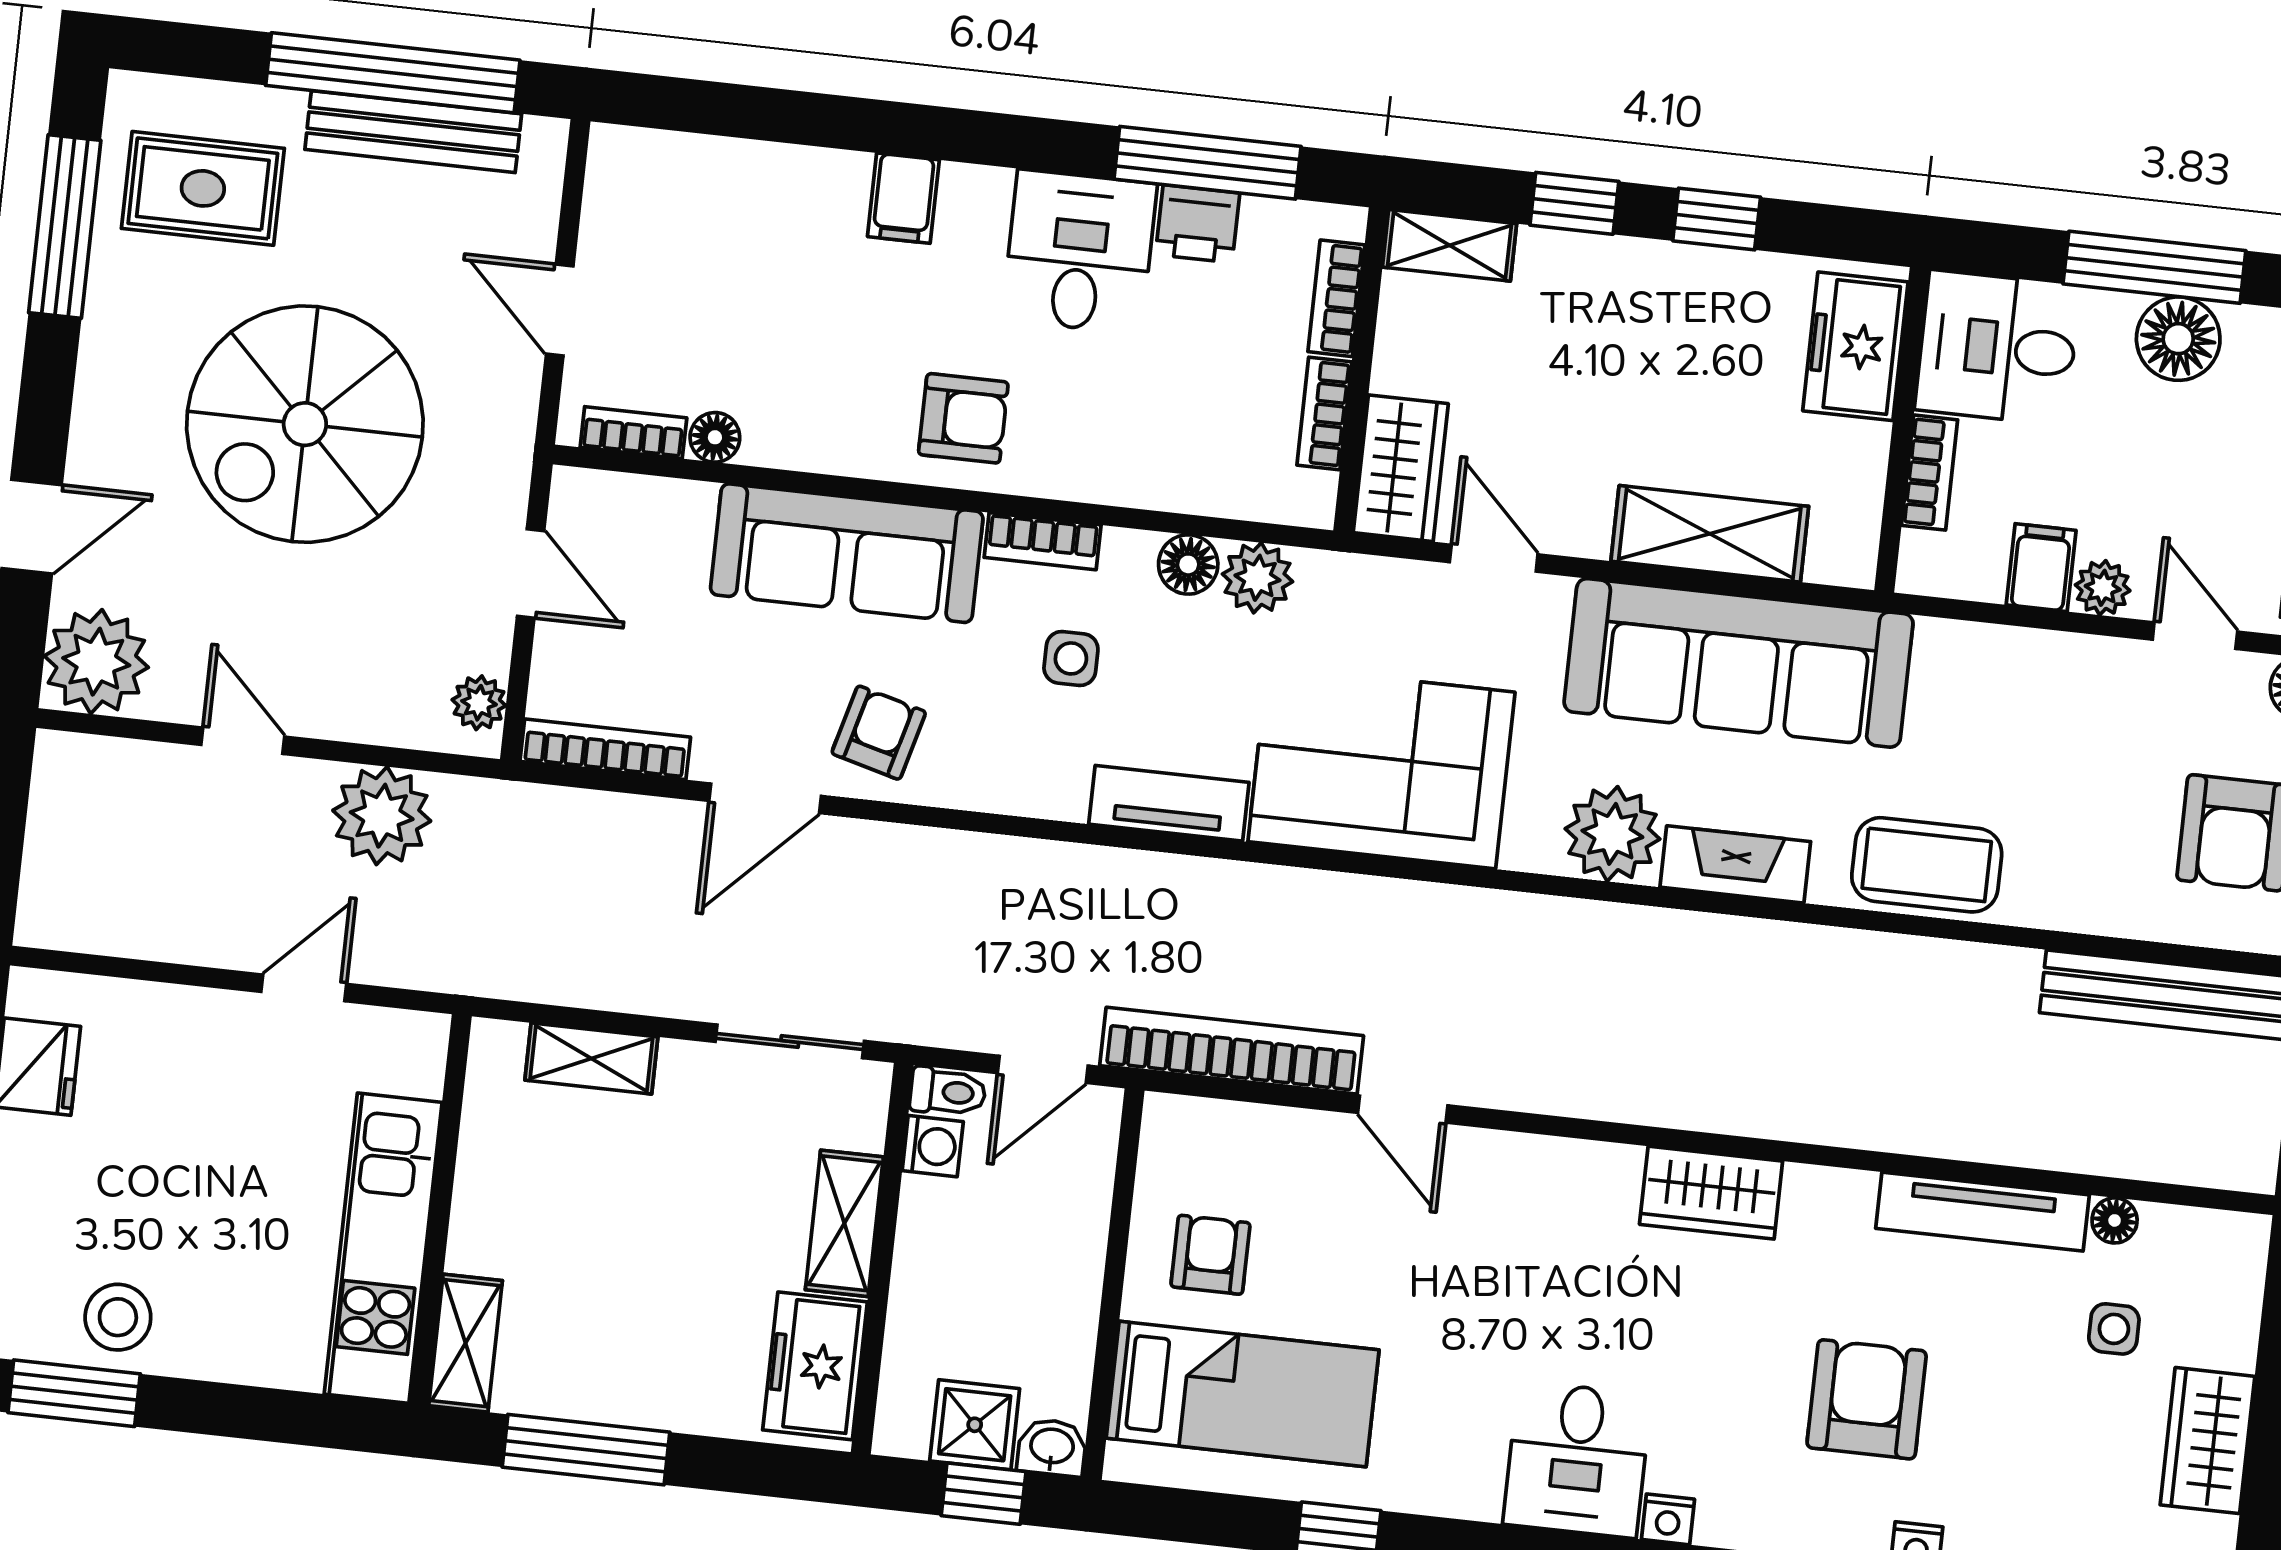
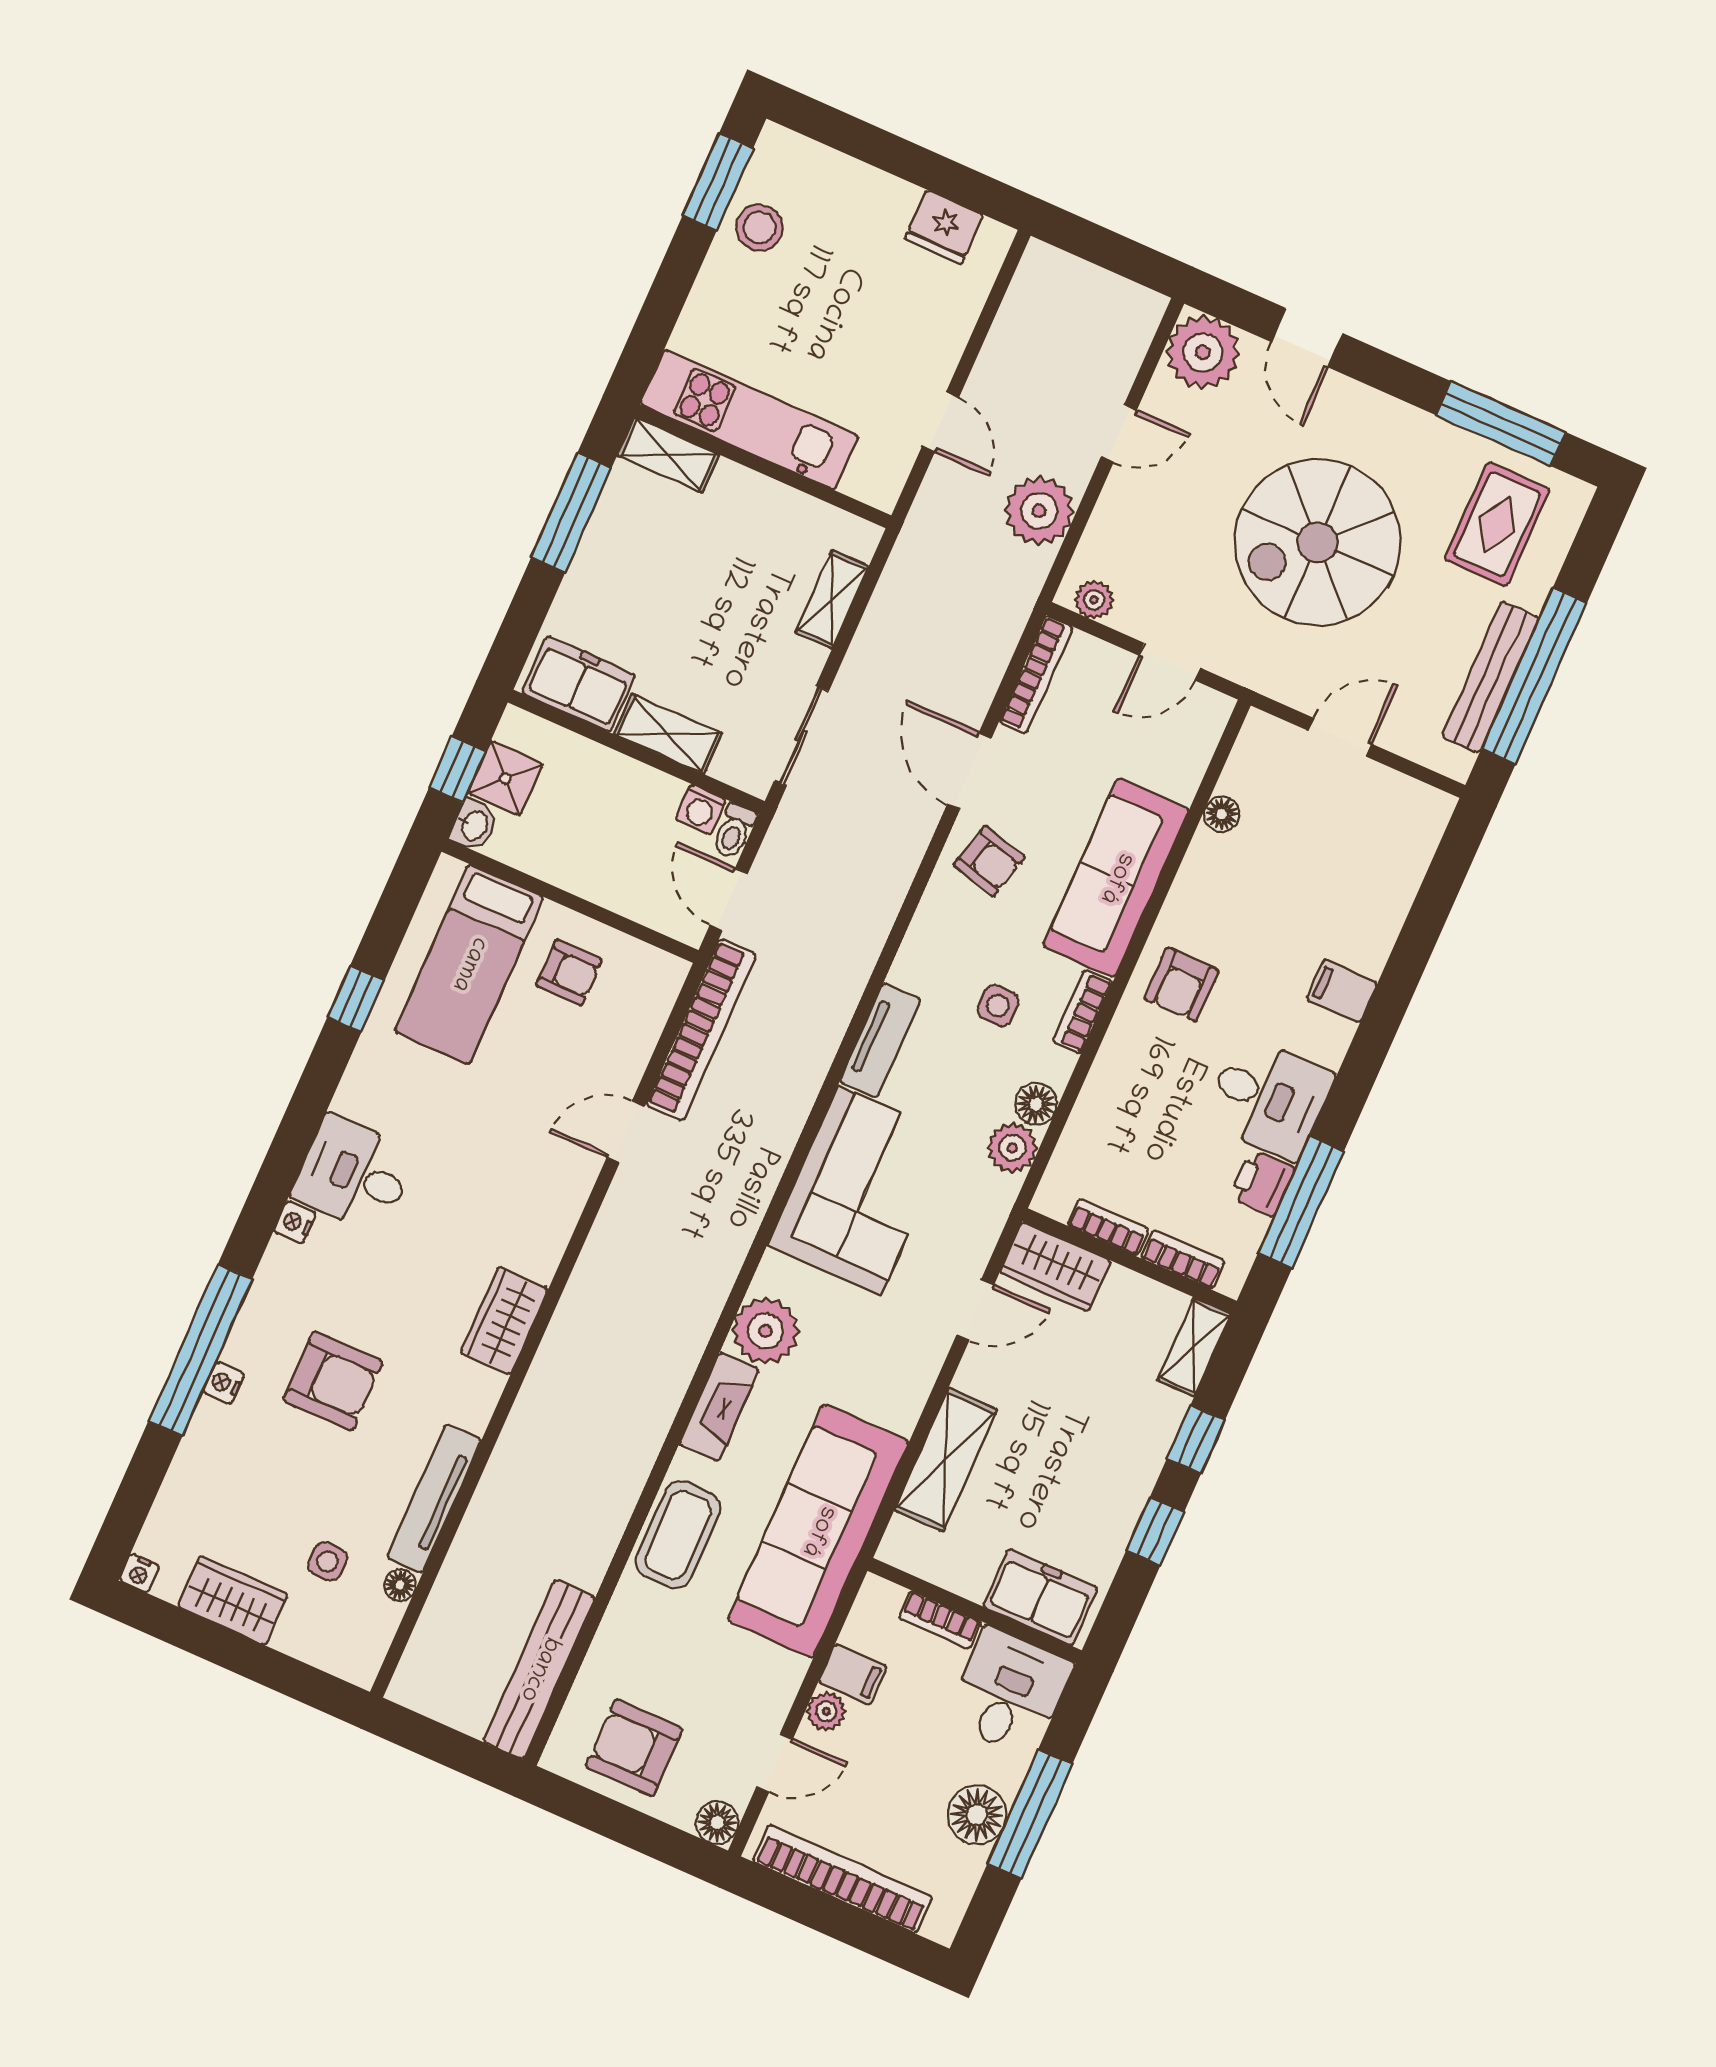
spiral stairs: (305, 424) -> (1318, 542), turned -90
bookcase: (633, 433) -> (1242, 761), removed
sofa: (1739, 663) -> (818, 1531), moved

